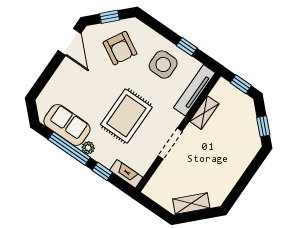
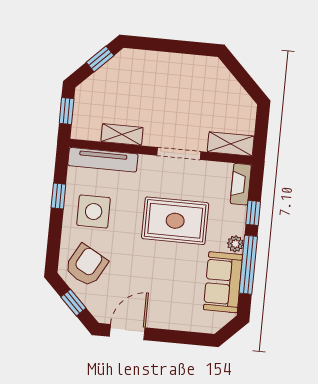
armchair: (120, 48) -> (86, 265), moved
shelving: (191, 204) -> (231, 144), moved, turned -45

